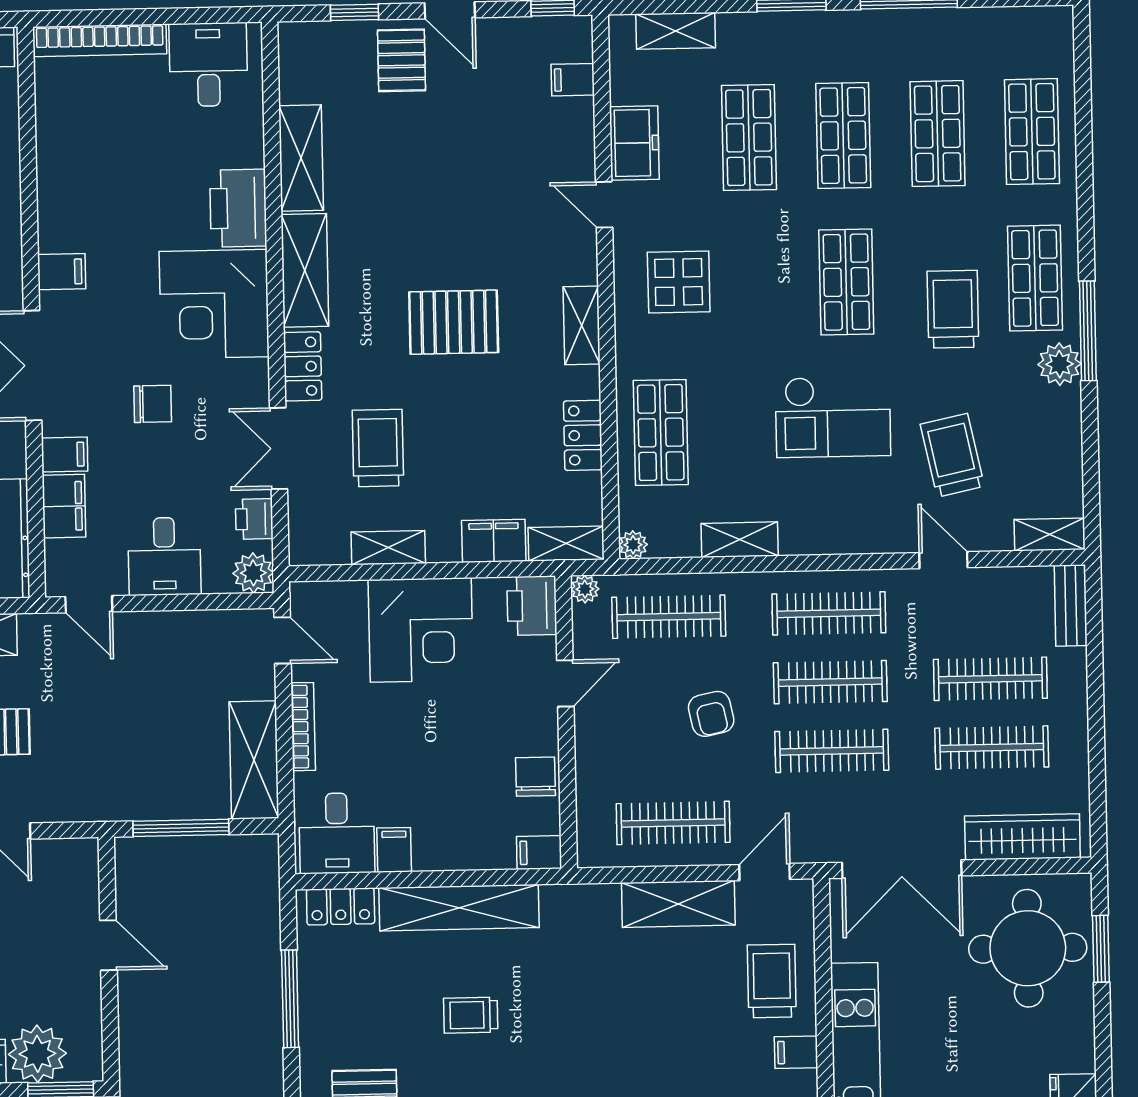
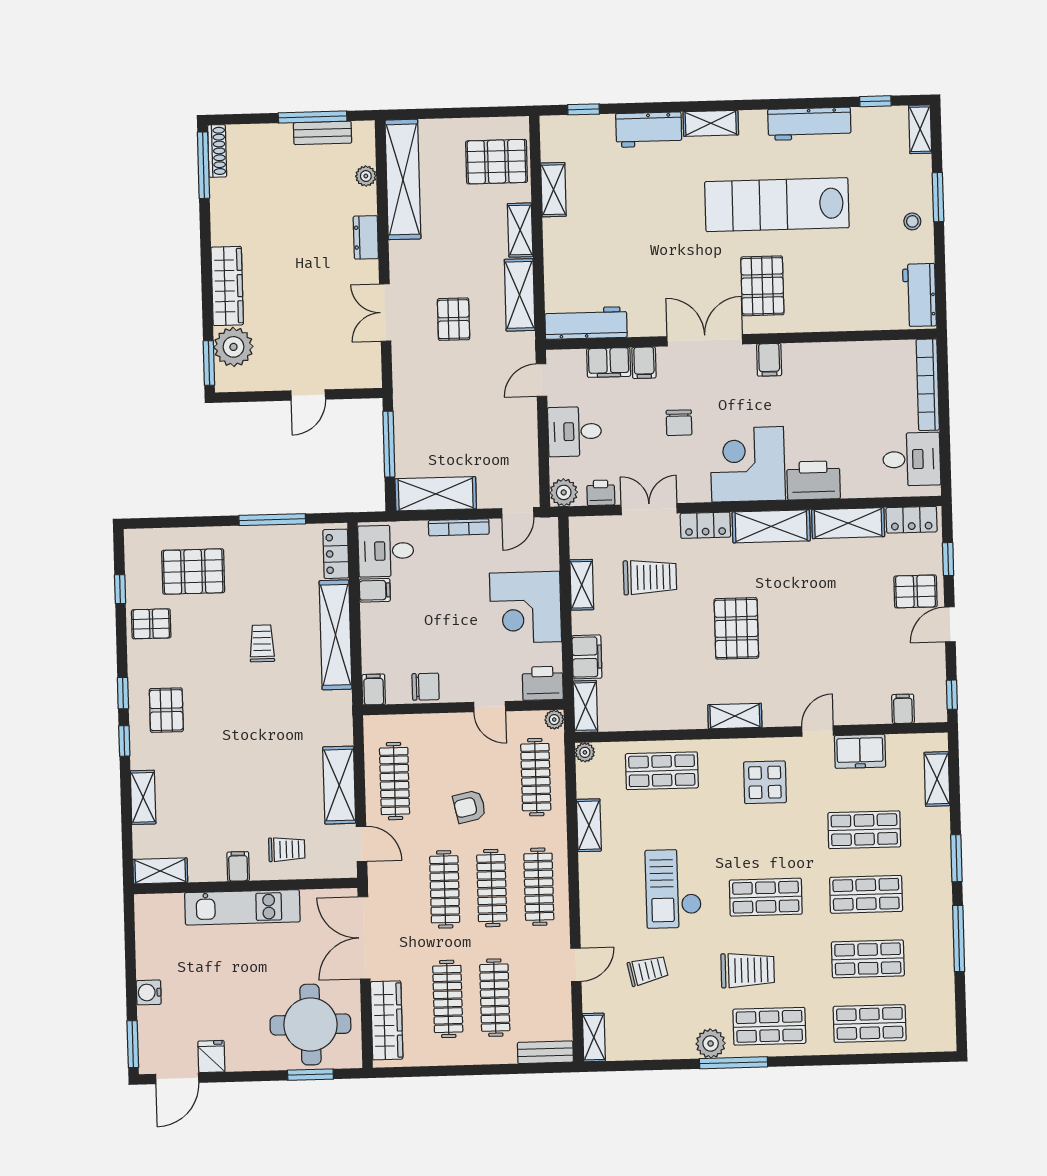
locker: (583, 435) -> (912, 520), moved, turned 180
trolley: (952, 455) -> (648, 970), width x0.73, depth x0.72
trolley: (772, 981) -> (287, 849), width x0.73, depth x0.72

